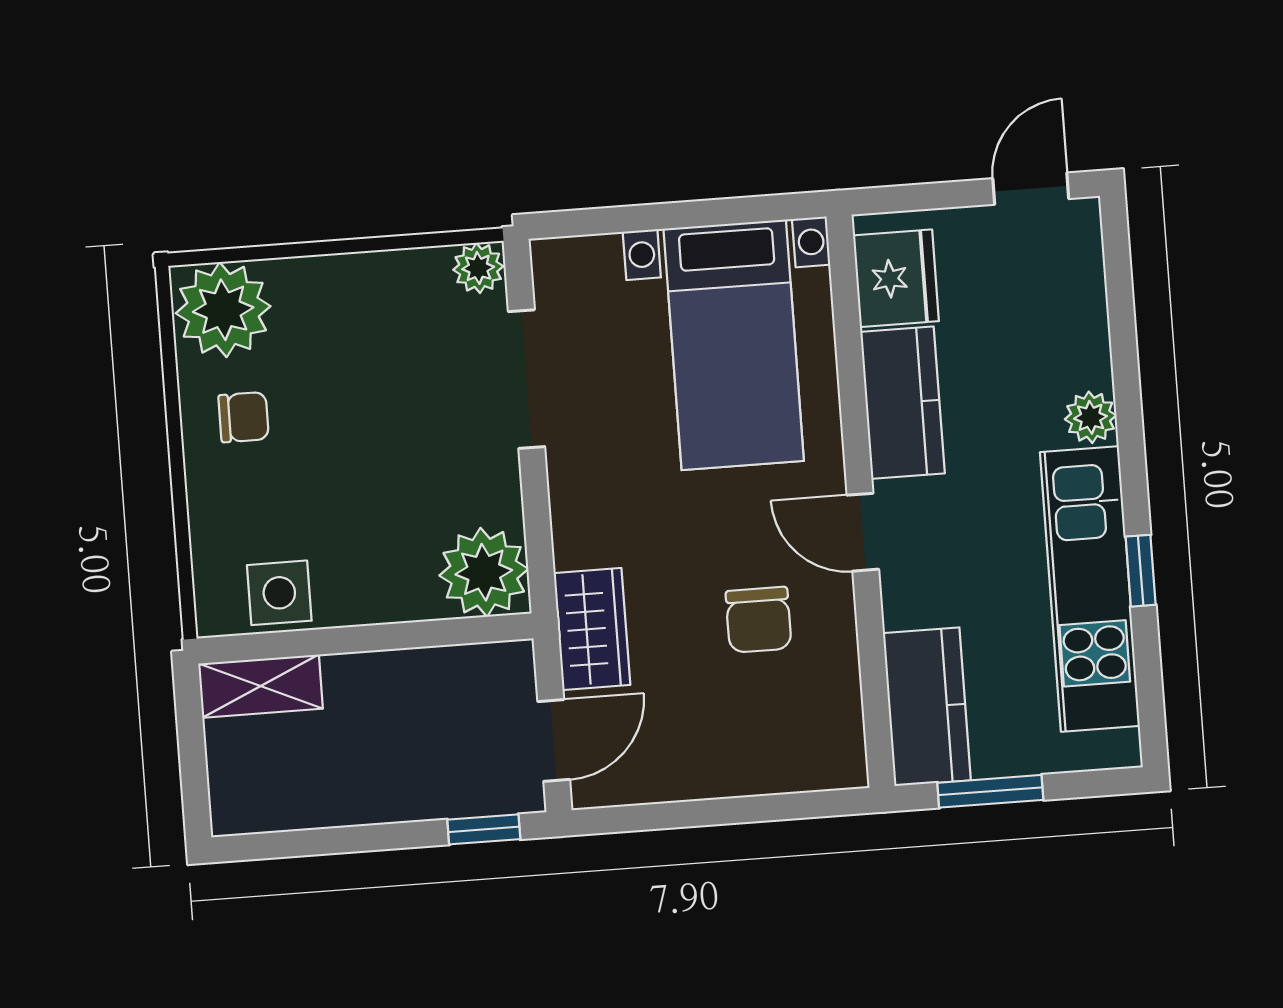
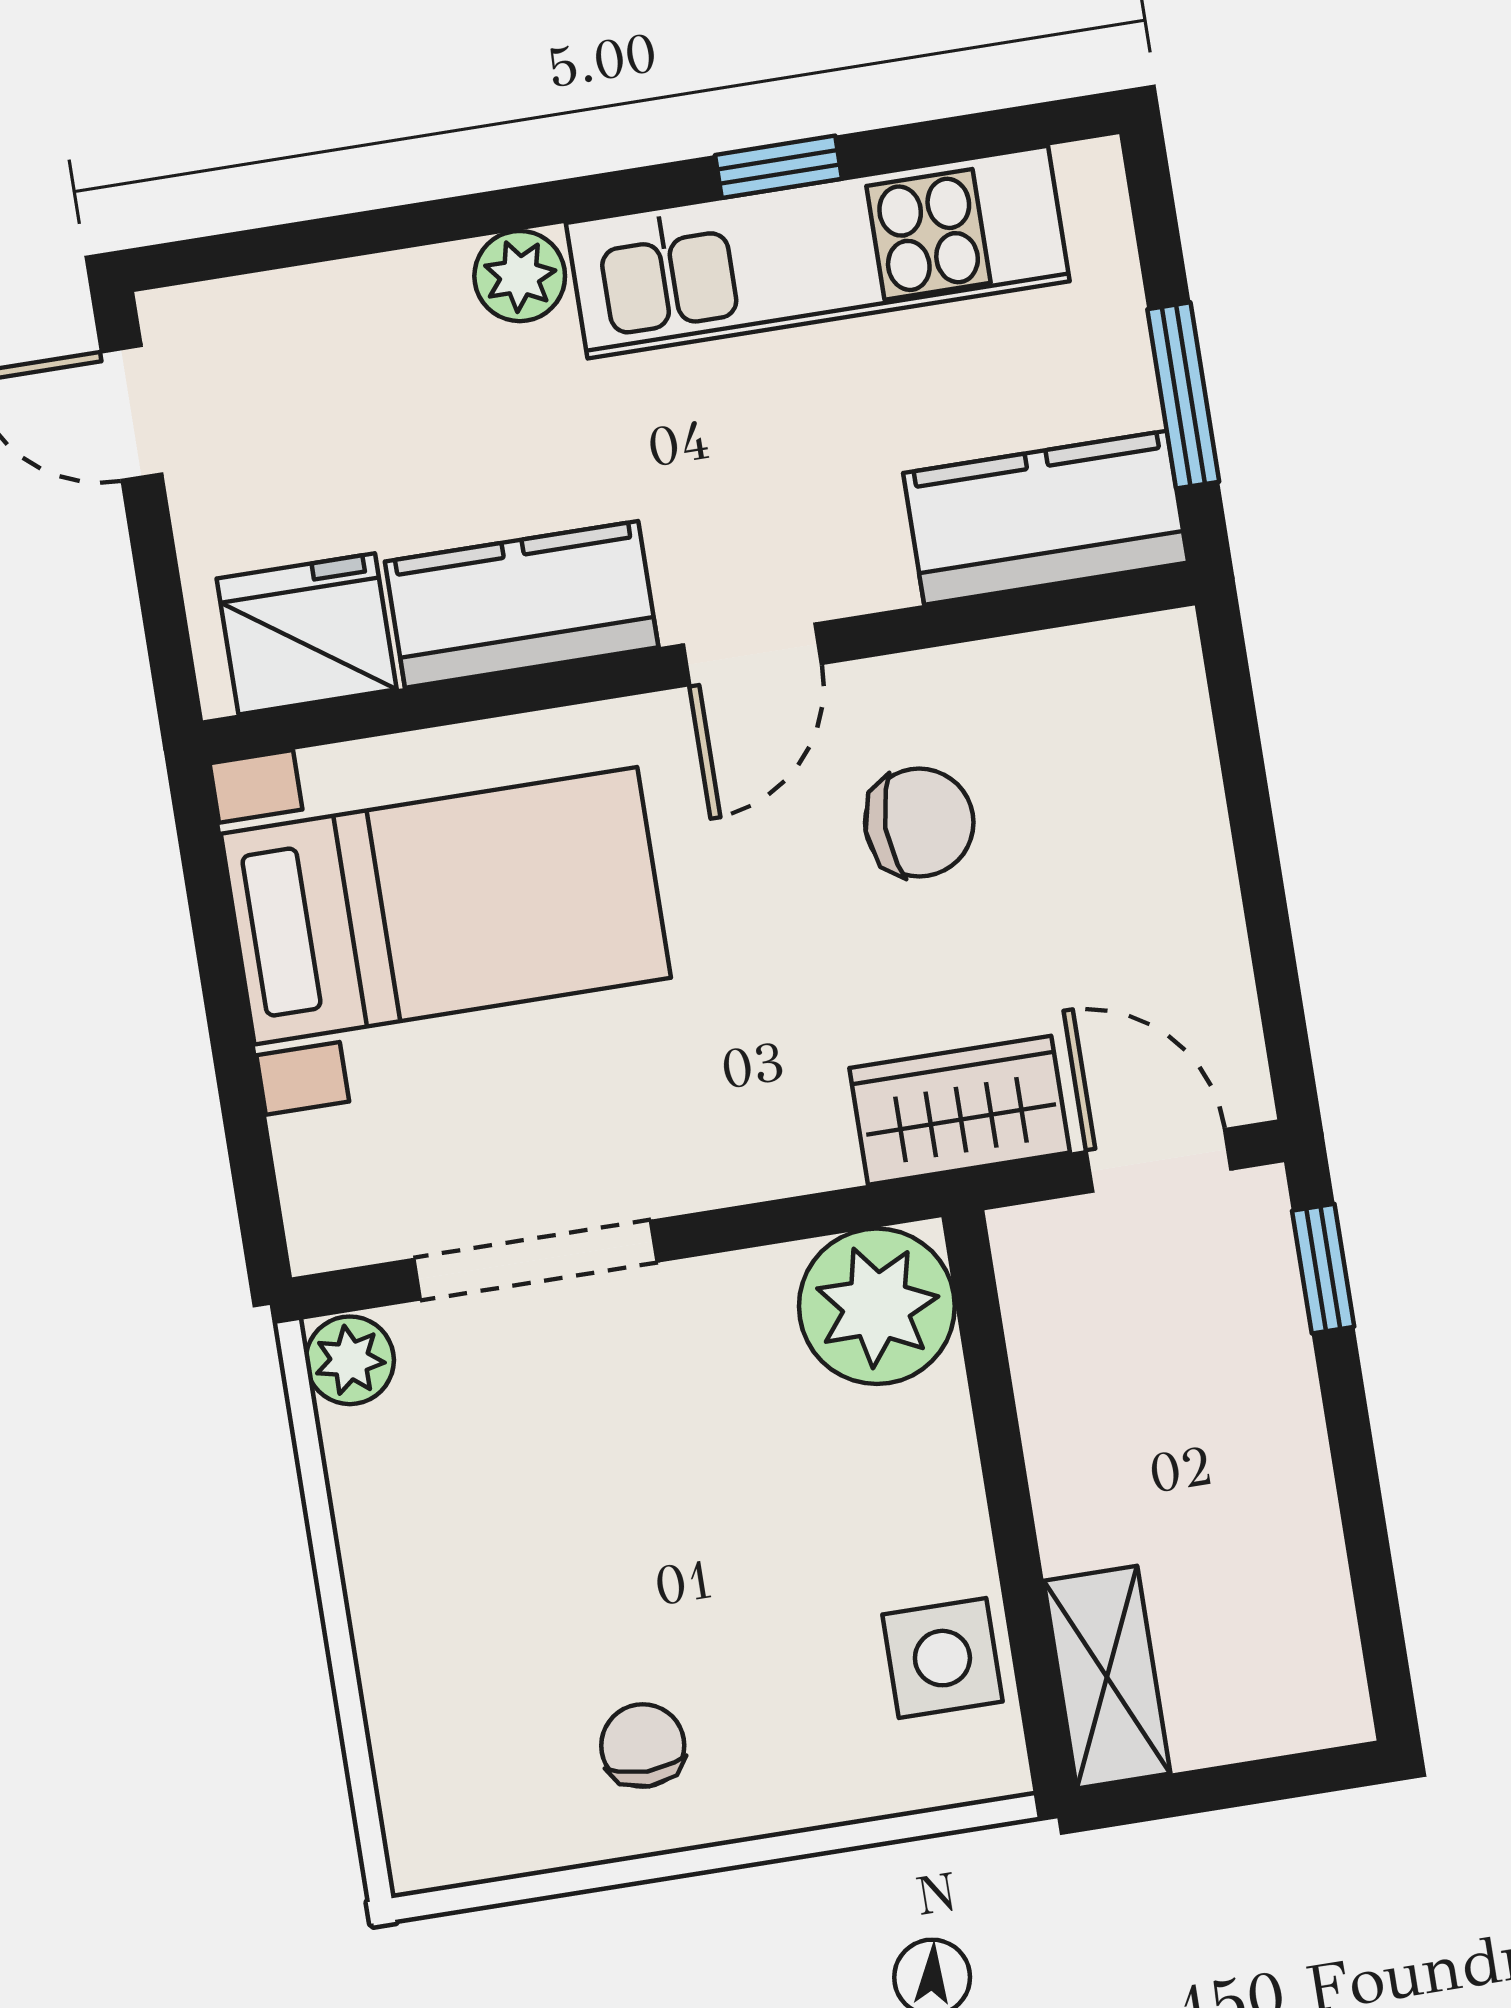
plant: (223, 310) -> (459, 1797), removed

